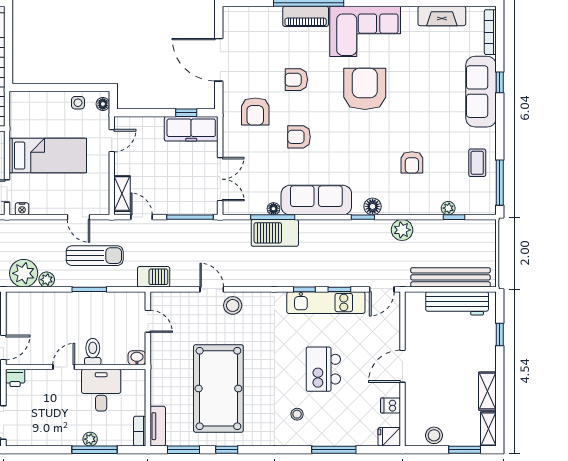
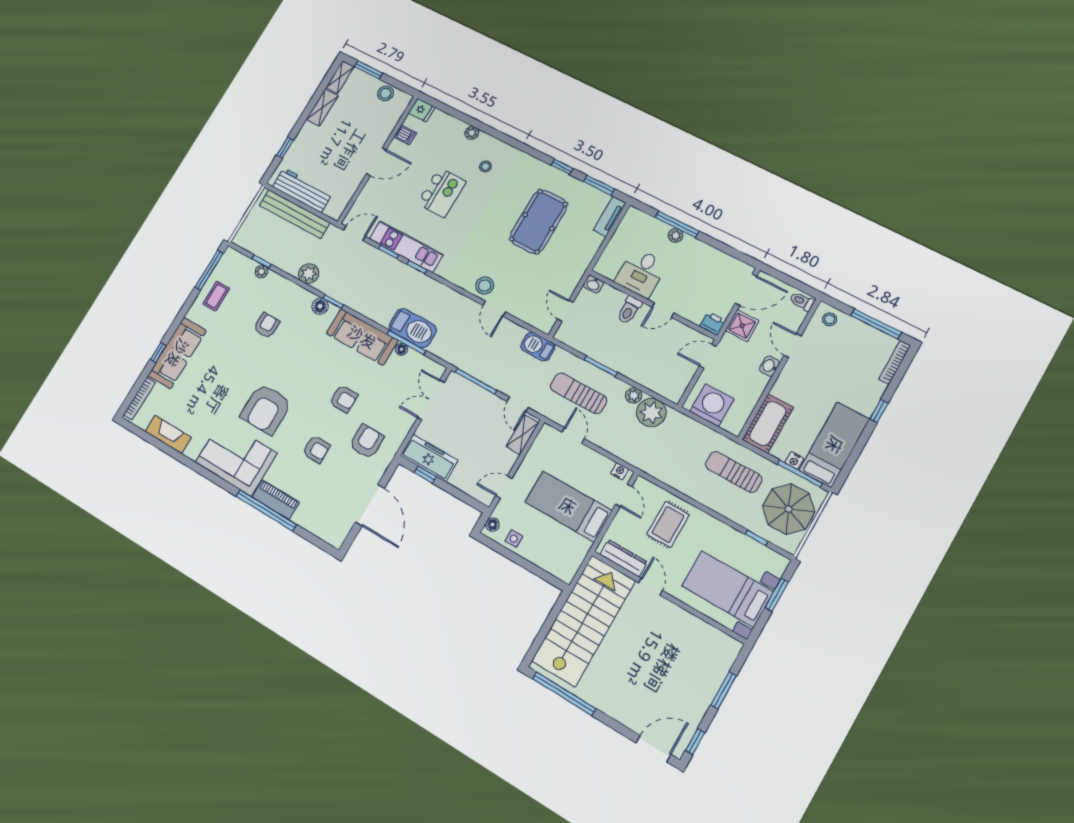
pool table: (218, 388) -> (538, 222), width x0.73, depth x0.76
bookcase: (140, 431) -> (628, 220), removed
plant: (329, 439) -> (472, 133), added
window: (334, 450) -> (473, 122), removed

